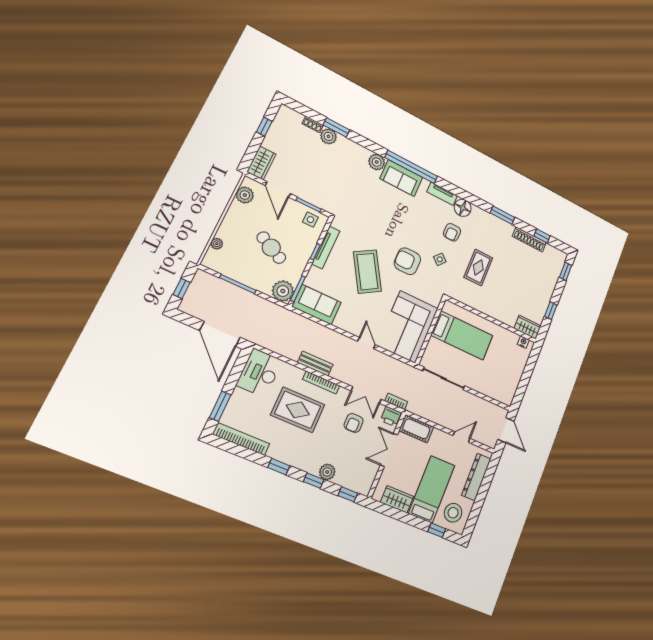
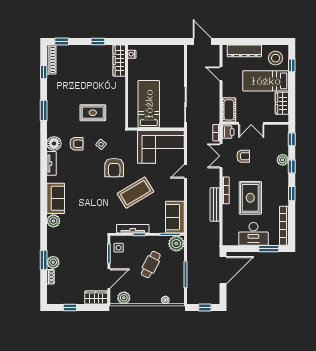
window: (411, 167) -> (44, 195), removed
shoe rack: (529, 239) -> (51, 59), moved
wardrobe: (528, 327) -> (119, 61), width x1.50
bench: (315, 364) -> (215, 205), width x1.36
desk: (259, 373) -> (253, 234), moved
double door: (366, 395) -> (221, 156), swing flipped
door: (506, 430) -> (202, 41), hinge flipped

